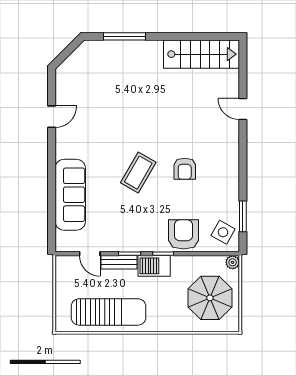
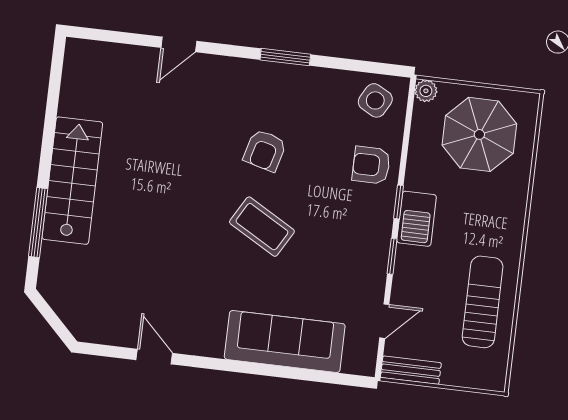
stairs: (202, 54) -> (72, 181), moved
armchair: (185, 169) -> (265, 151), turned 105
window: (243, 216) -> (285, 57), moved
armchair: (184, 234) -> (371, 165), width x0.72, depth x0.72
bench: (119, 262) -> (411, 370), moved, turned 90
sun lounger: (109, 312) -> (483, 302), width x0.73, depth x0.75

